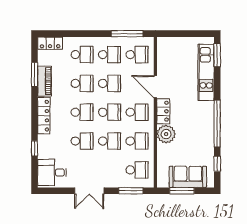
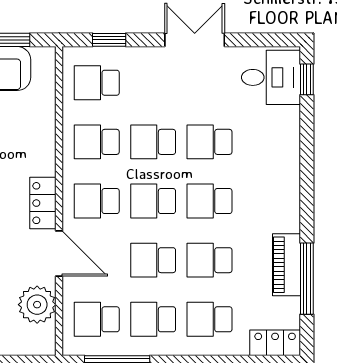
window: (35, 74) -> (307, 279), width x1.44
locker: (44, 116) -> (288, 194), removed
plant: (166, 134) -> (37, 305), moved
window: (35, 148) -> (307, 79), moved
window: (131, 191) -> (109, 40), width x0.67

